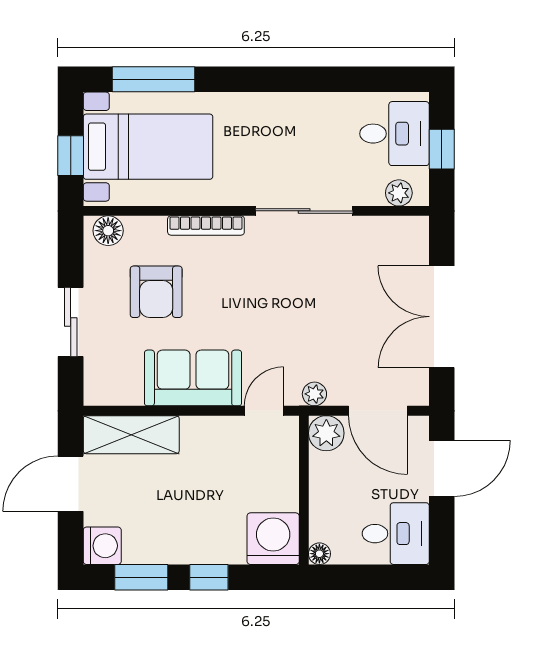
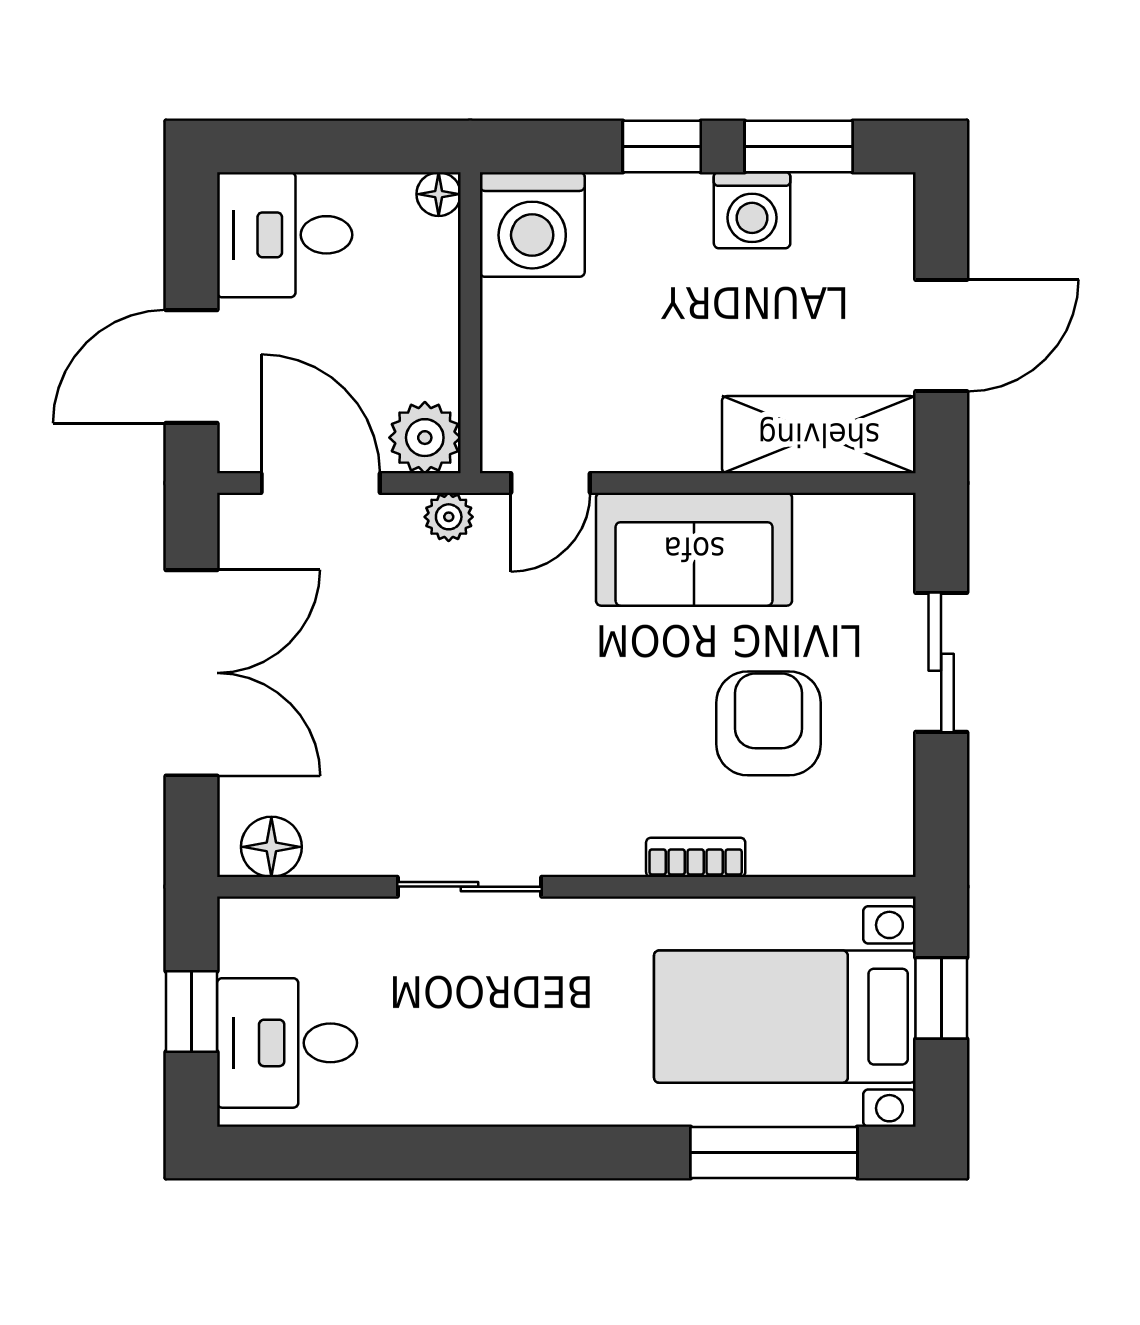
plant: (399, 193) -> (278, 923), removed
sliding door: (304, 211) -> (470, 887), width x0.73
bookcase: (206, 225) -> (696, 857), width x0.64
floor lamp: (108, 231) -> (271, 847), moved
washing machine: (102, 546) -> (752, 210), moved, turned -90

